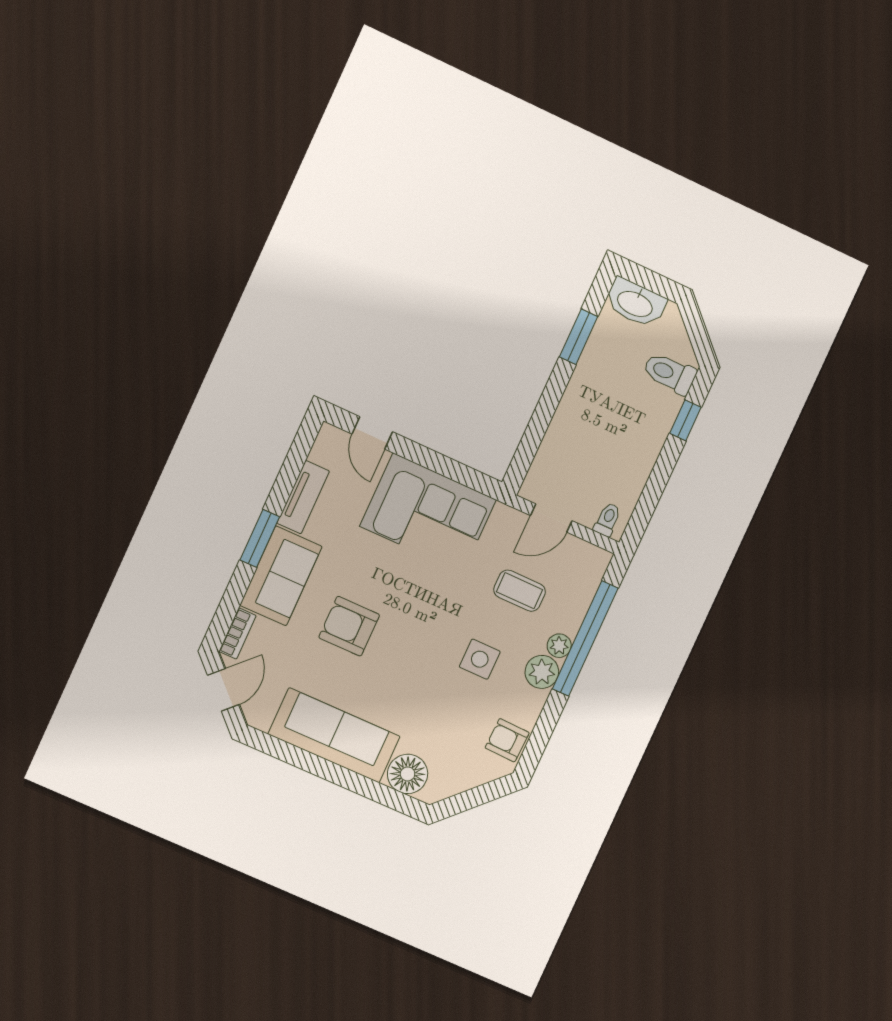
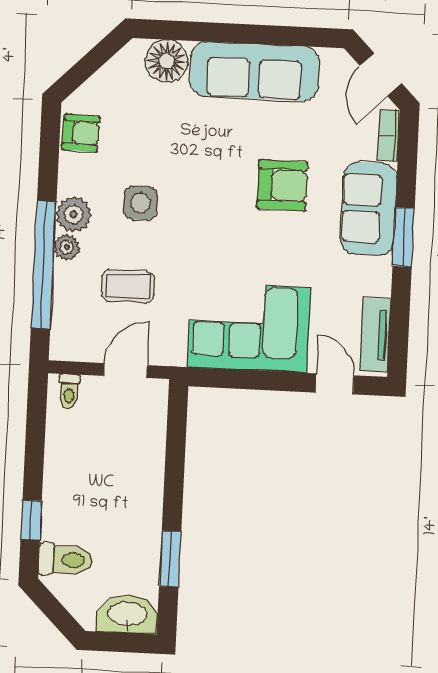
tv unit: (303, 497) -> (375, 335), moved

